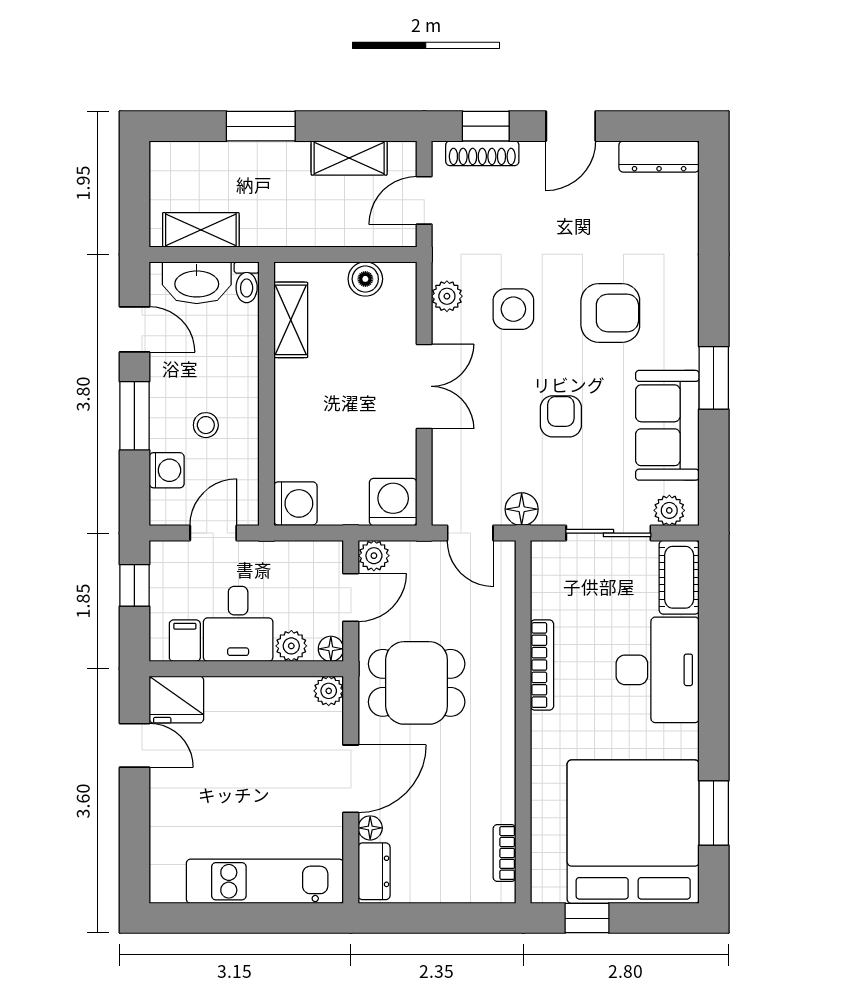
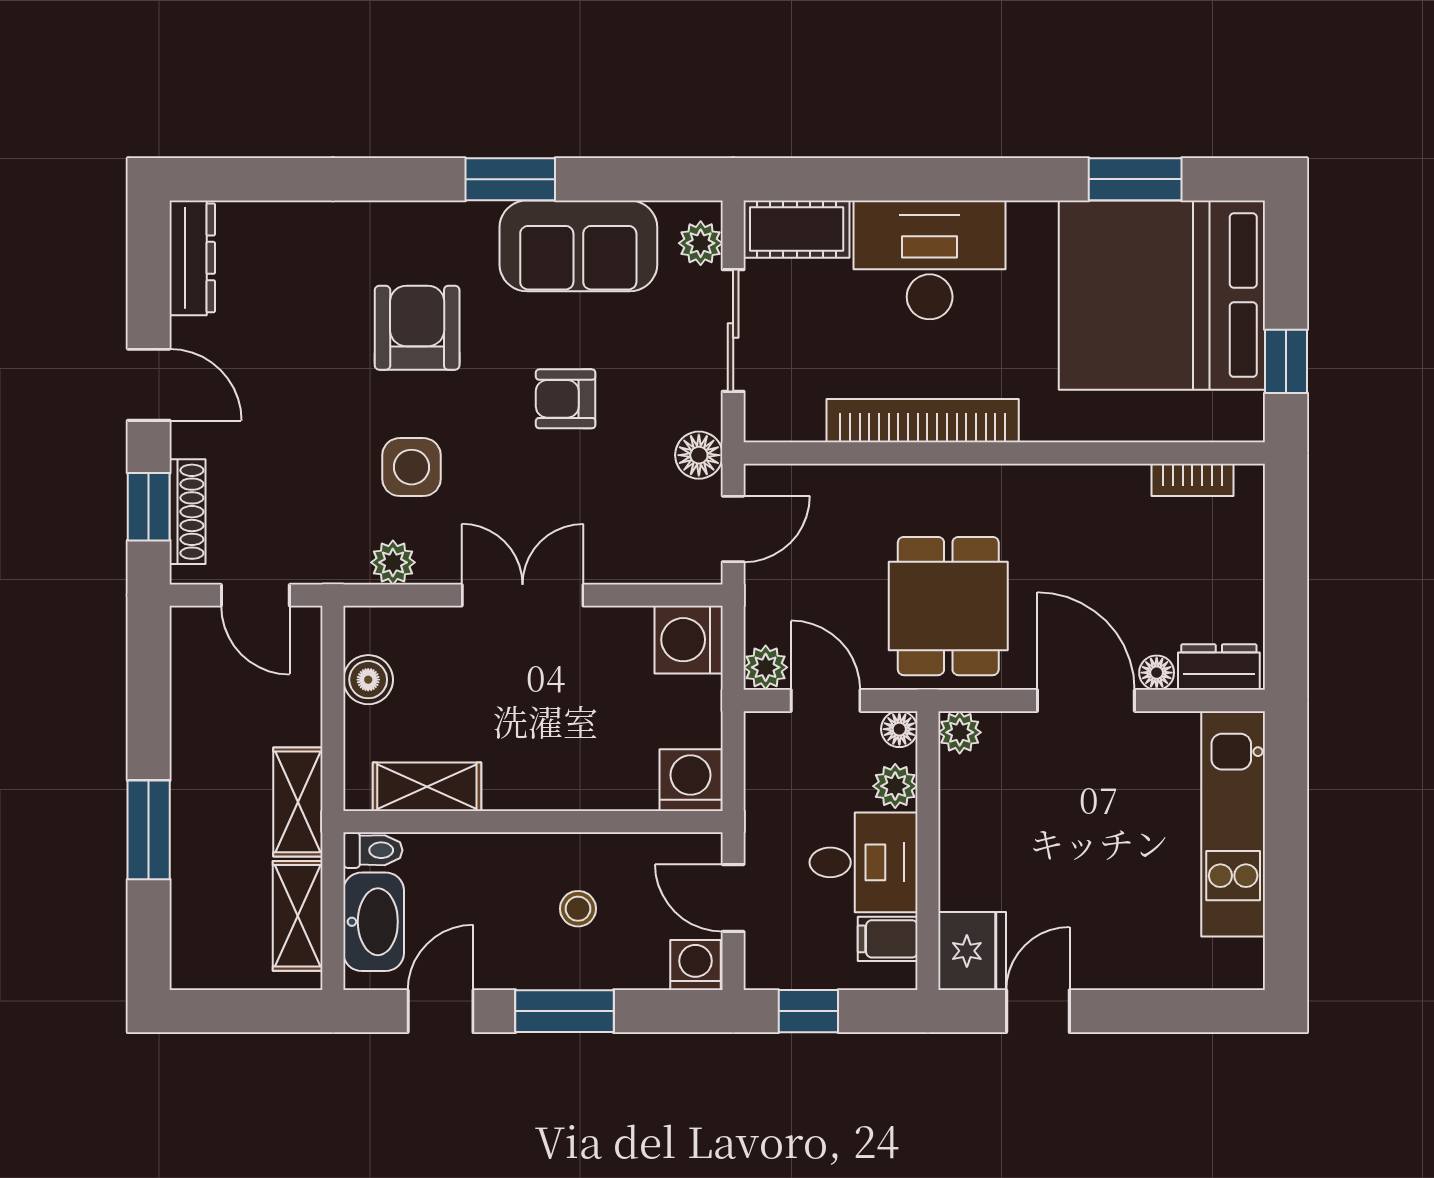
shelving: (349, 158) -> (298, 802), moved
washing machine: (167, 470) -> (695, 965), moved
bookcase: (542, 665) -> (923, 421), width x1.48, depth x1.31

